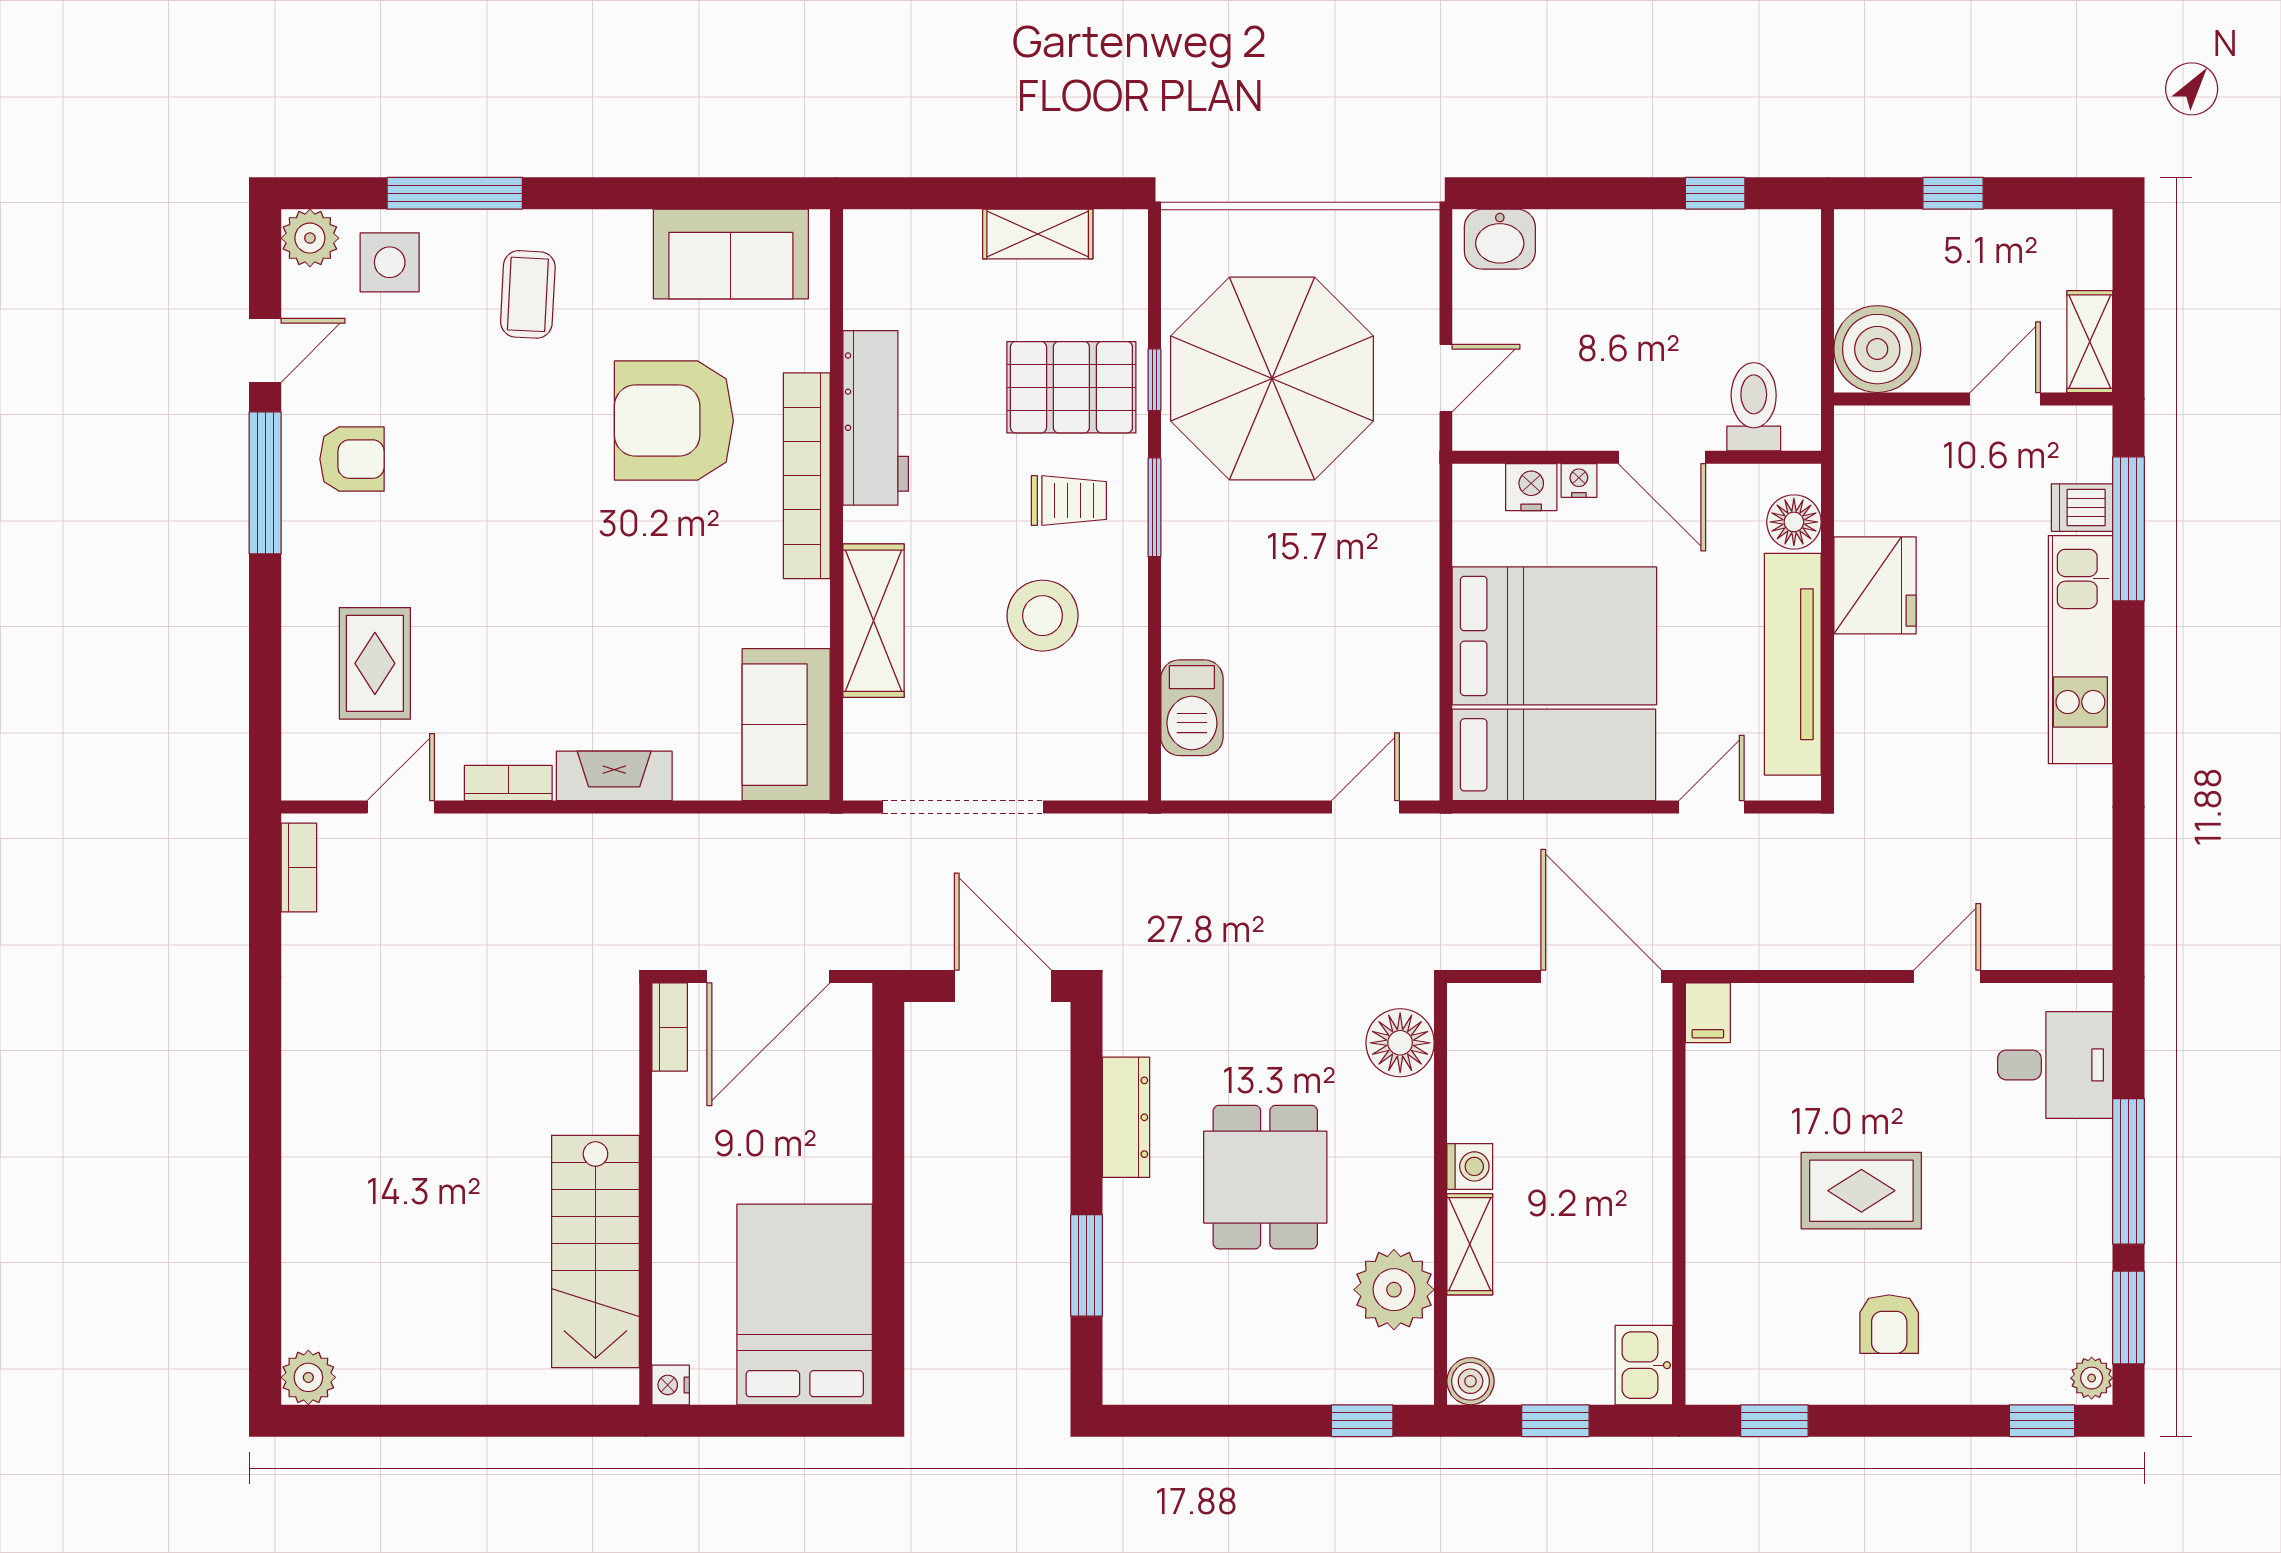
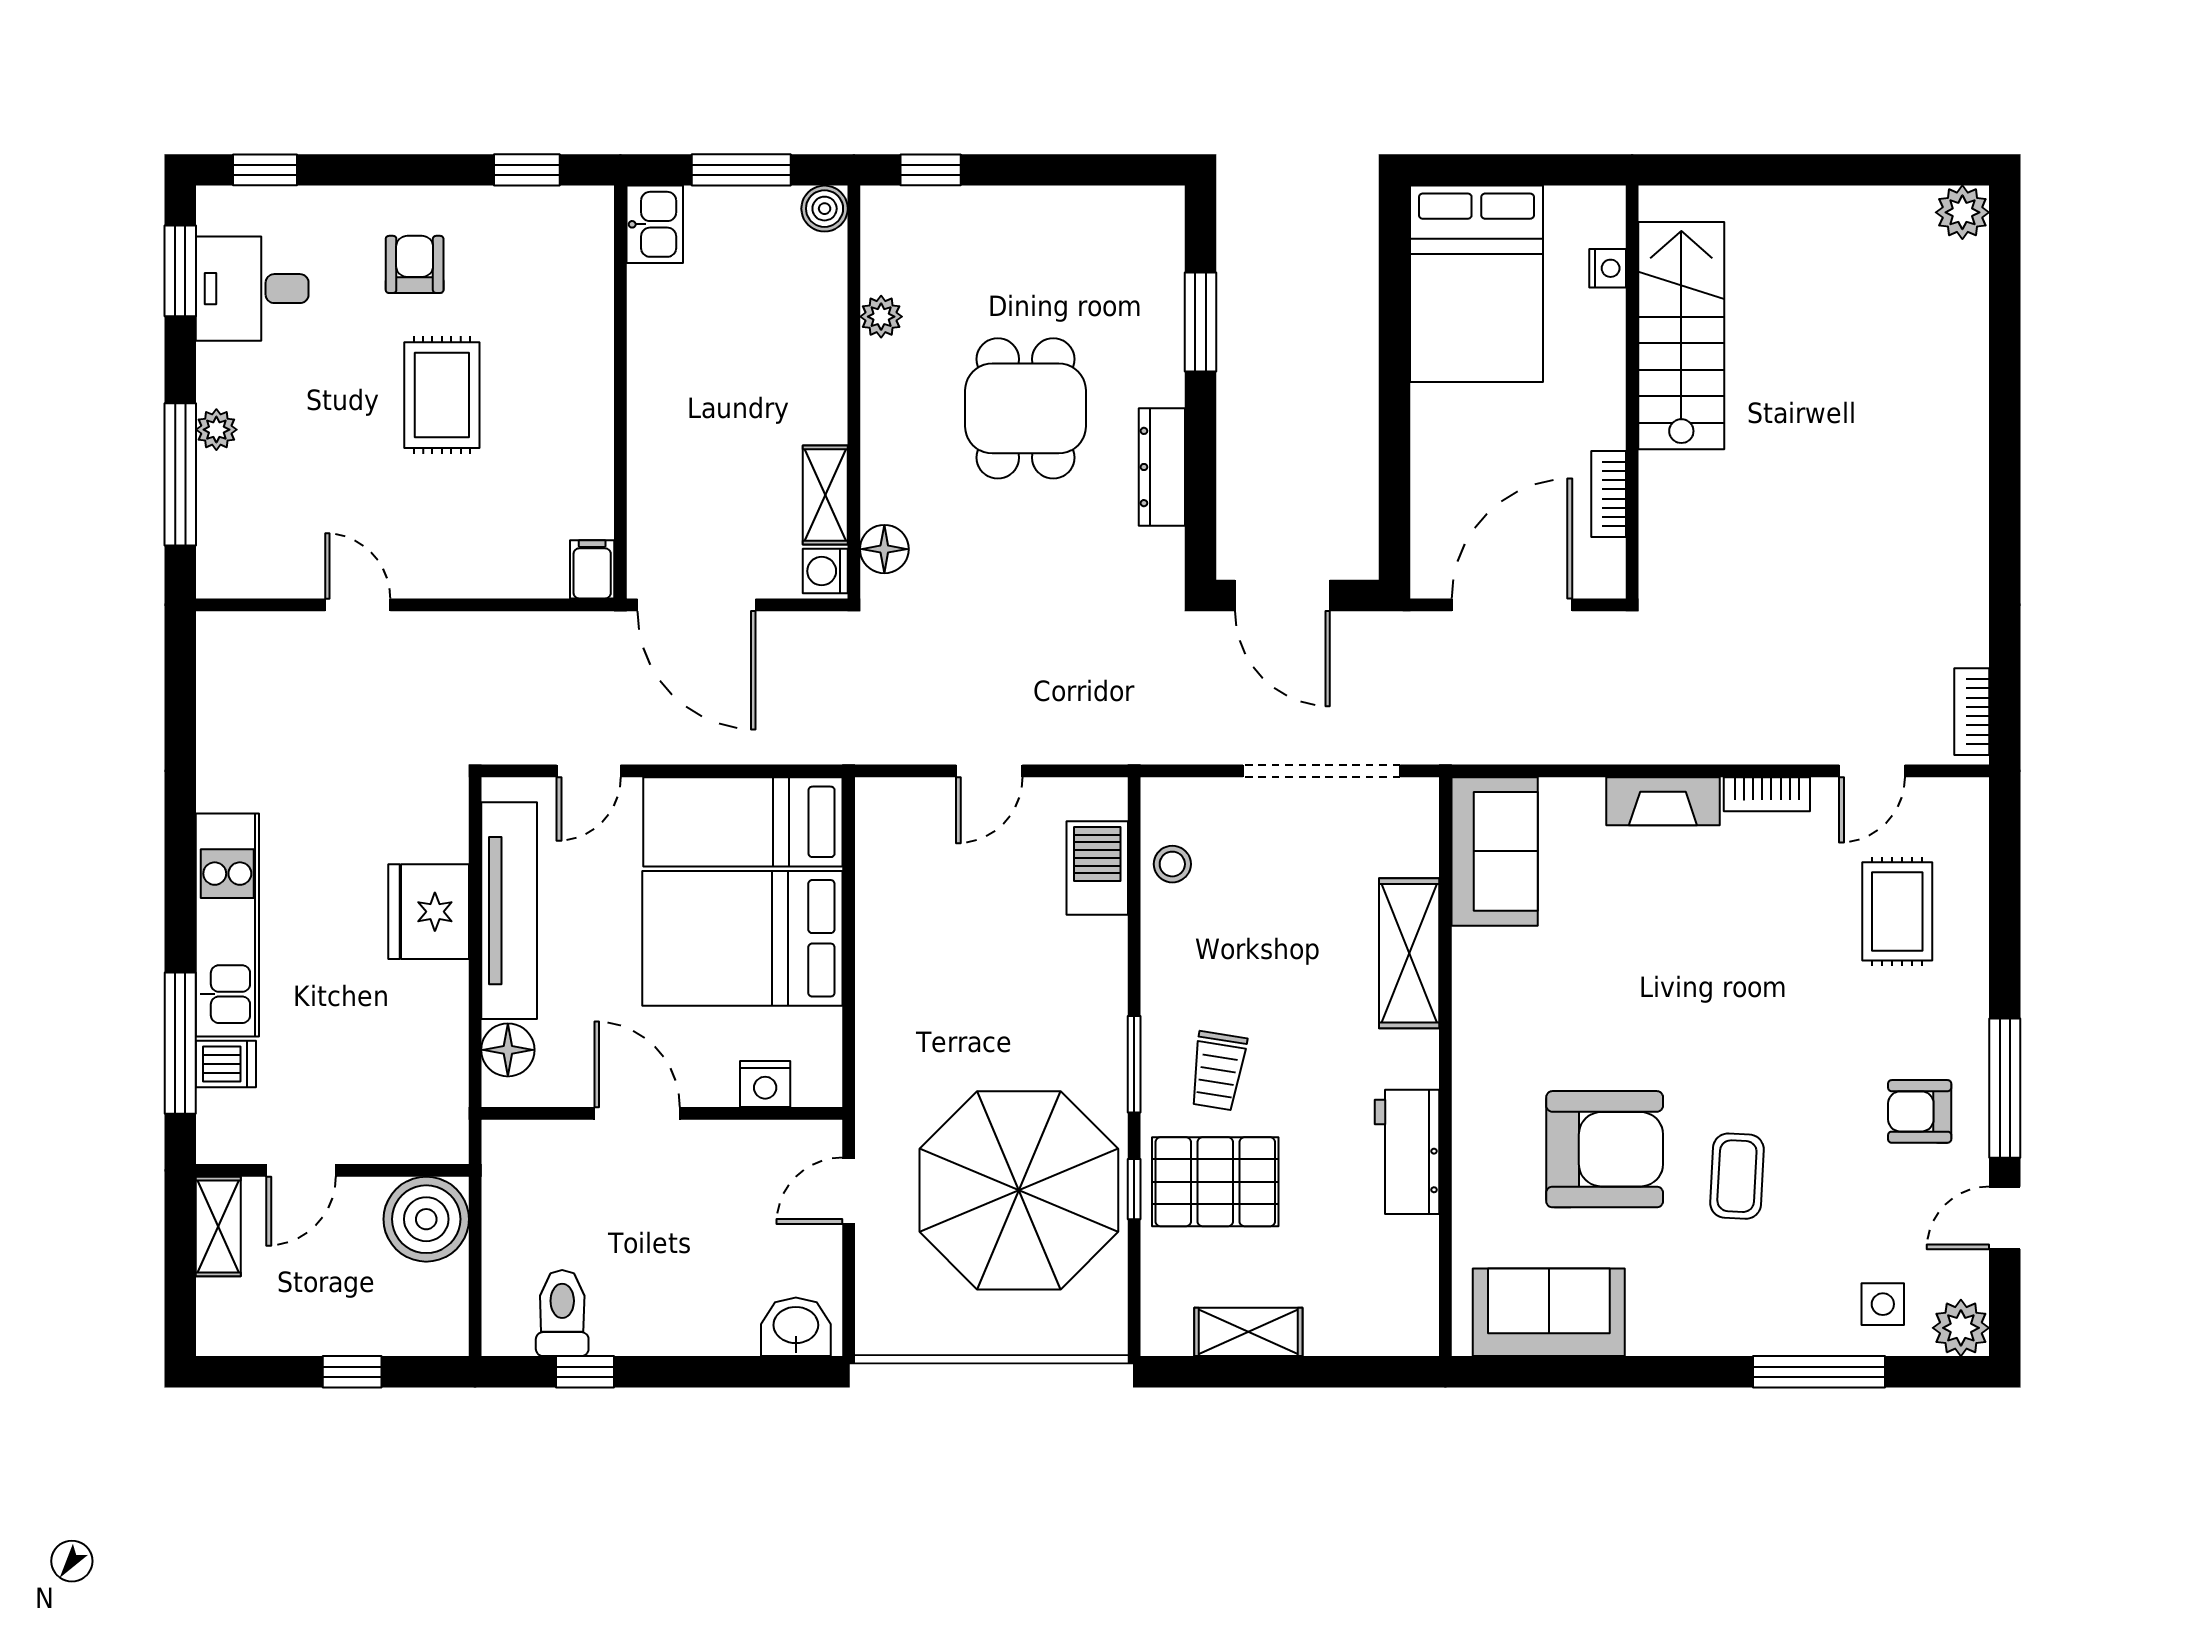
side table: (390, 262) -> (1883, 1304), width x0.73, depth x0.73
coffee table: (528, 294) -> (1737, 1176), moved
toilet: (1754, 407) -> (562, 1313), moved, turned 180
workbench: (876, 418) -> (1407, 1152), width x0.73
bookcase: (807, 476) -> (1474, 1095), removed
nightstand: (1579, 480) -> (718, 1091), removed
trolley: (1069, 501) -> (1218, 1071), turned -81
fridge: (1875, 585) -> (429, 912), moved
stool: (1043, 616) -> (1172, 864), moved, width x0.53, depth x0.53
door: (1365, 807) -> (989, 771), moved
door: (1947, 977) -> (358, 605), swing flipped
bookcase: (670, 1027) -> (1609, 494), moved
floor lamp: (1400, 1043) -> (884, 549), width x0.73, depth x0.73
desk: (2055, 1065) -> (252, 289), moved
washing machine: (1470, 1166) -> (825, 571), moved
window: (2128, 1171) -> (180, 474), moved
rug: (1861, 1191) -> (442, 395), turned 90
shelving: (1470, 1244) -> (825, 495), moved
plant: (1394, 1290) -> (881, 317), width x0.53, depth x0.53
plant: (2092, 1378) -> (216, 430), moved
nightstand: (671, 1385) -> (1608, 268), moved
window: (1555, 1421) -> (741, 170), width x1.50

